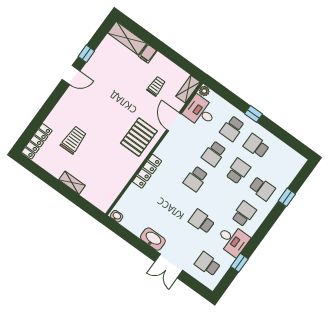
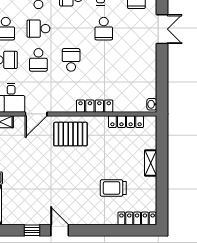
trolley: (156, 86) -> (17, 151), removed
school desk: (214, 154) -> (38, 60), turned 90
school desk: (196, 179) -> (71, 60), turned -90
locker: (118, 187) -> (126, 122), added
washbasin: (153, 239) -> (149, 59), removed

